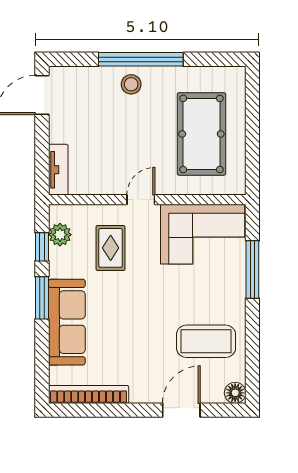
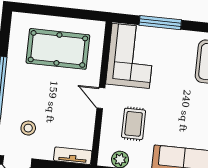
stool: (131, 84) -> (28, 128), moved
rug: (111, 248) -> (134, 124), turned 90

